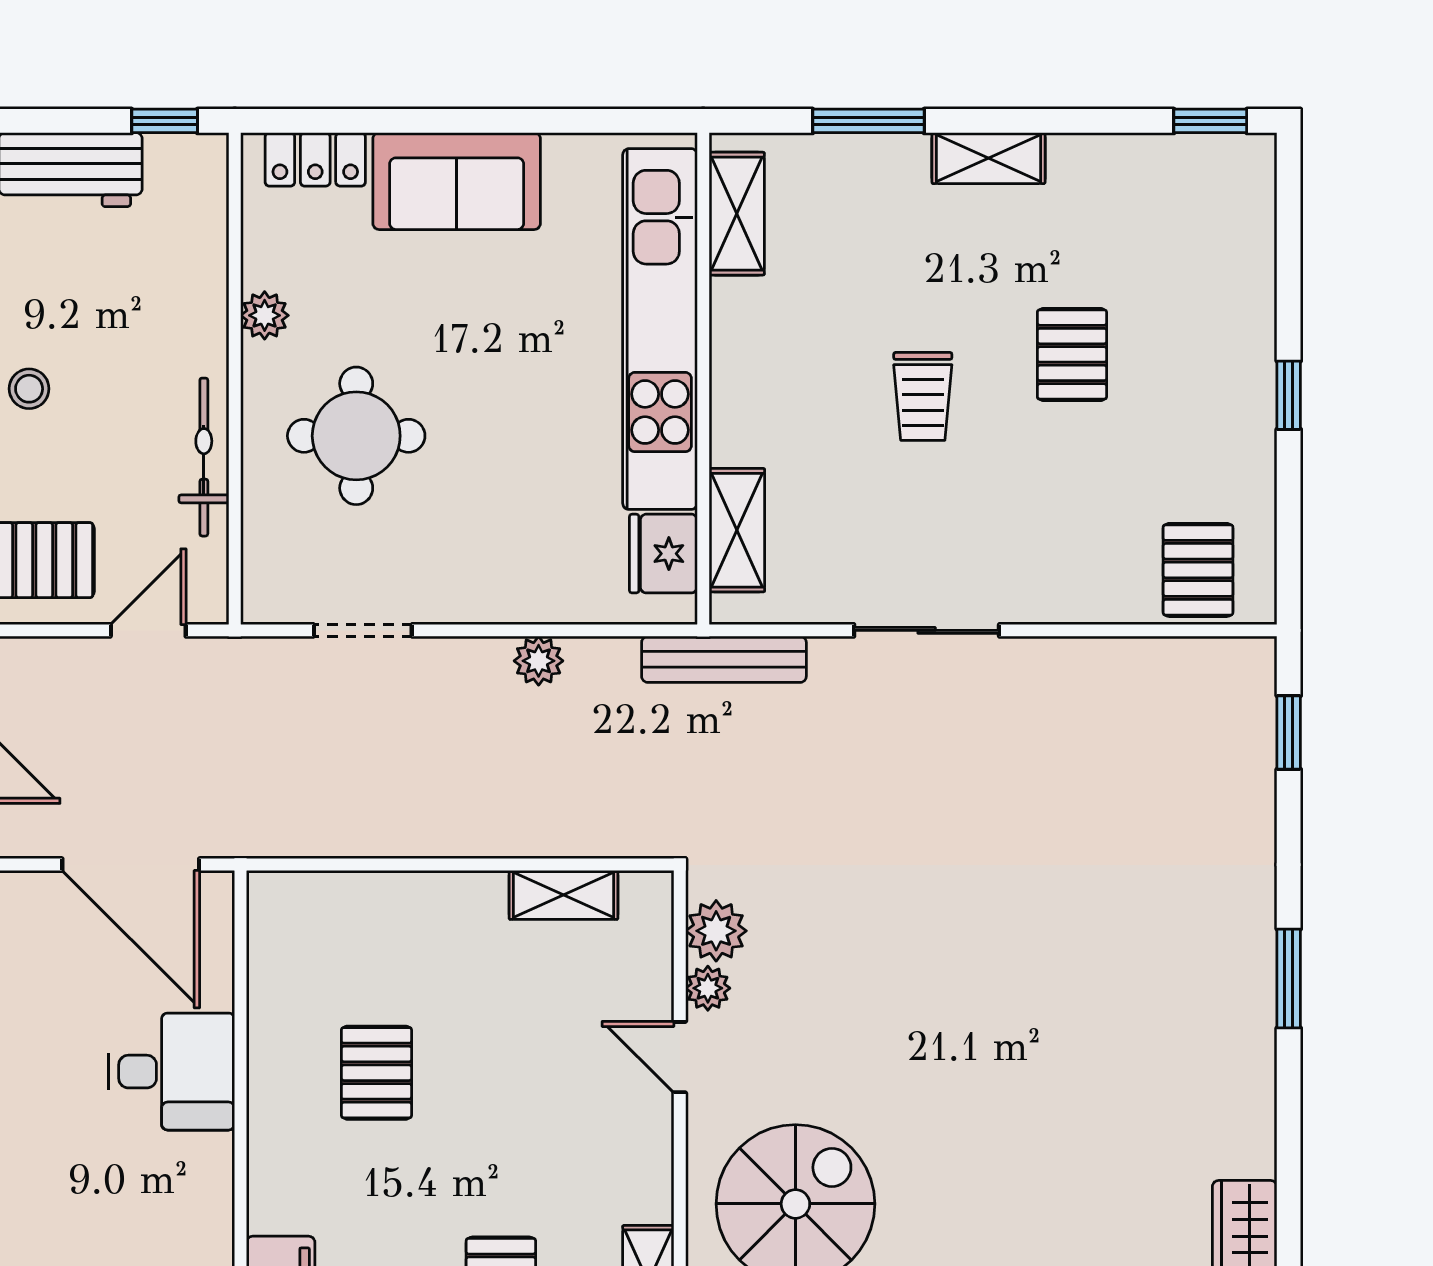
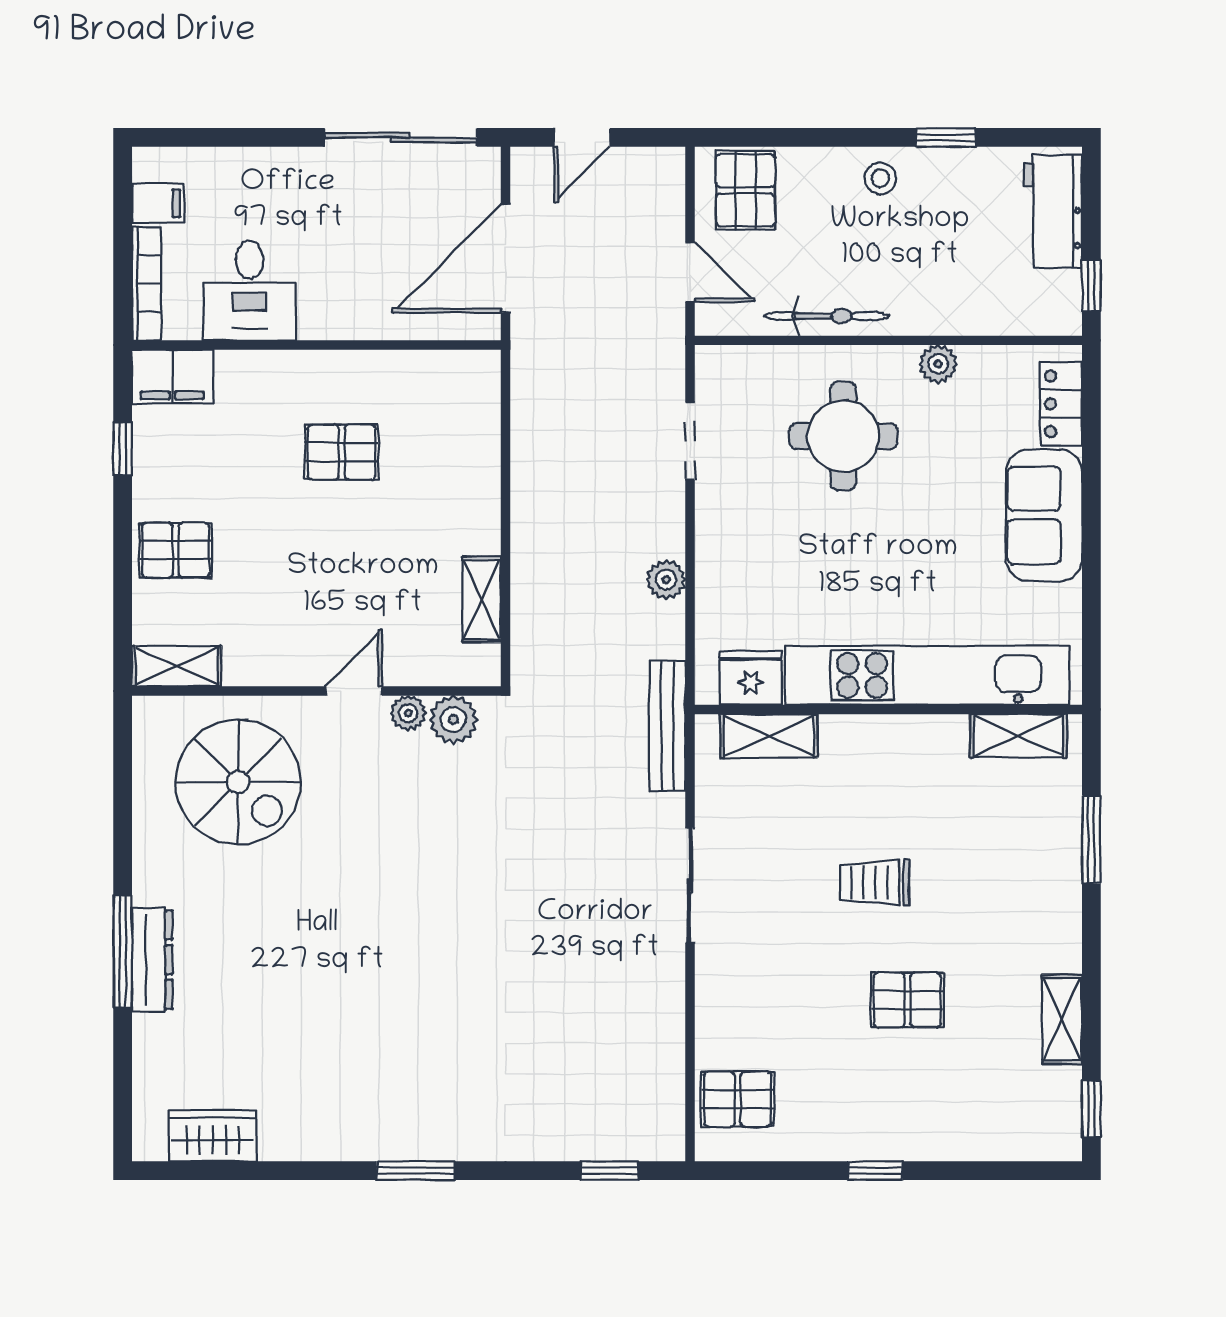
shelving: (989, 158) -> (1062, 1019), moved
desk: (172, 1072) -> (250, 291), moved

